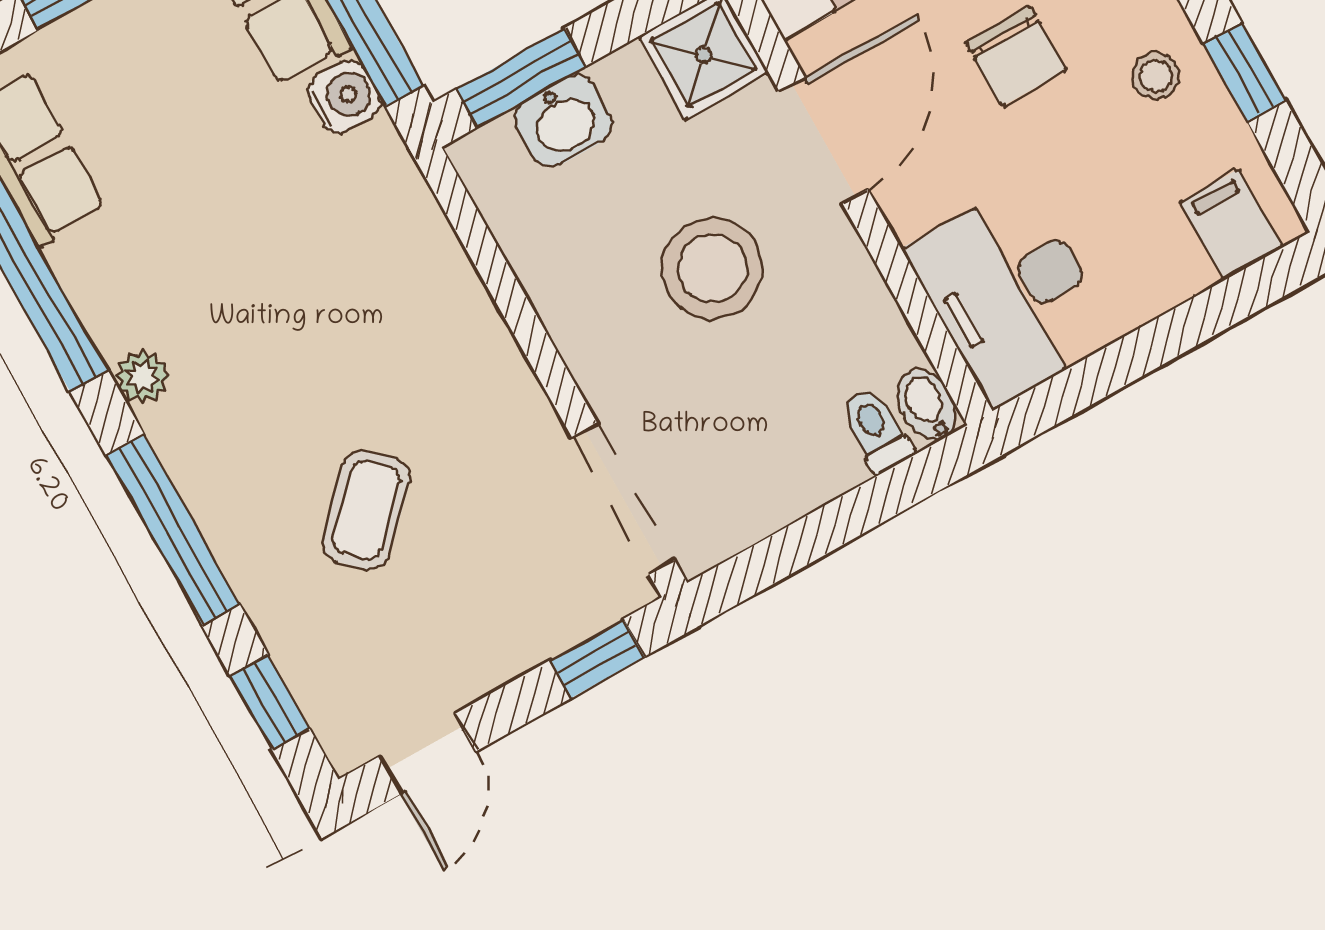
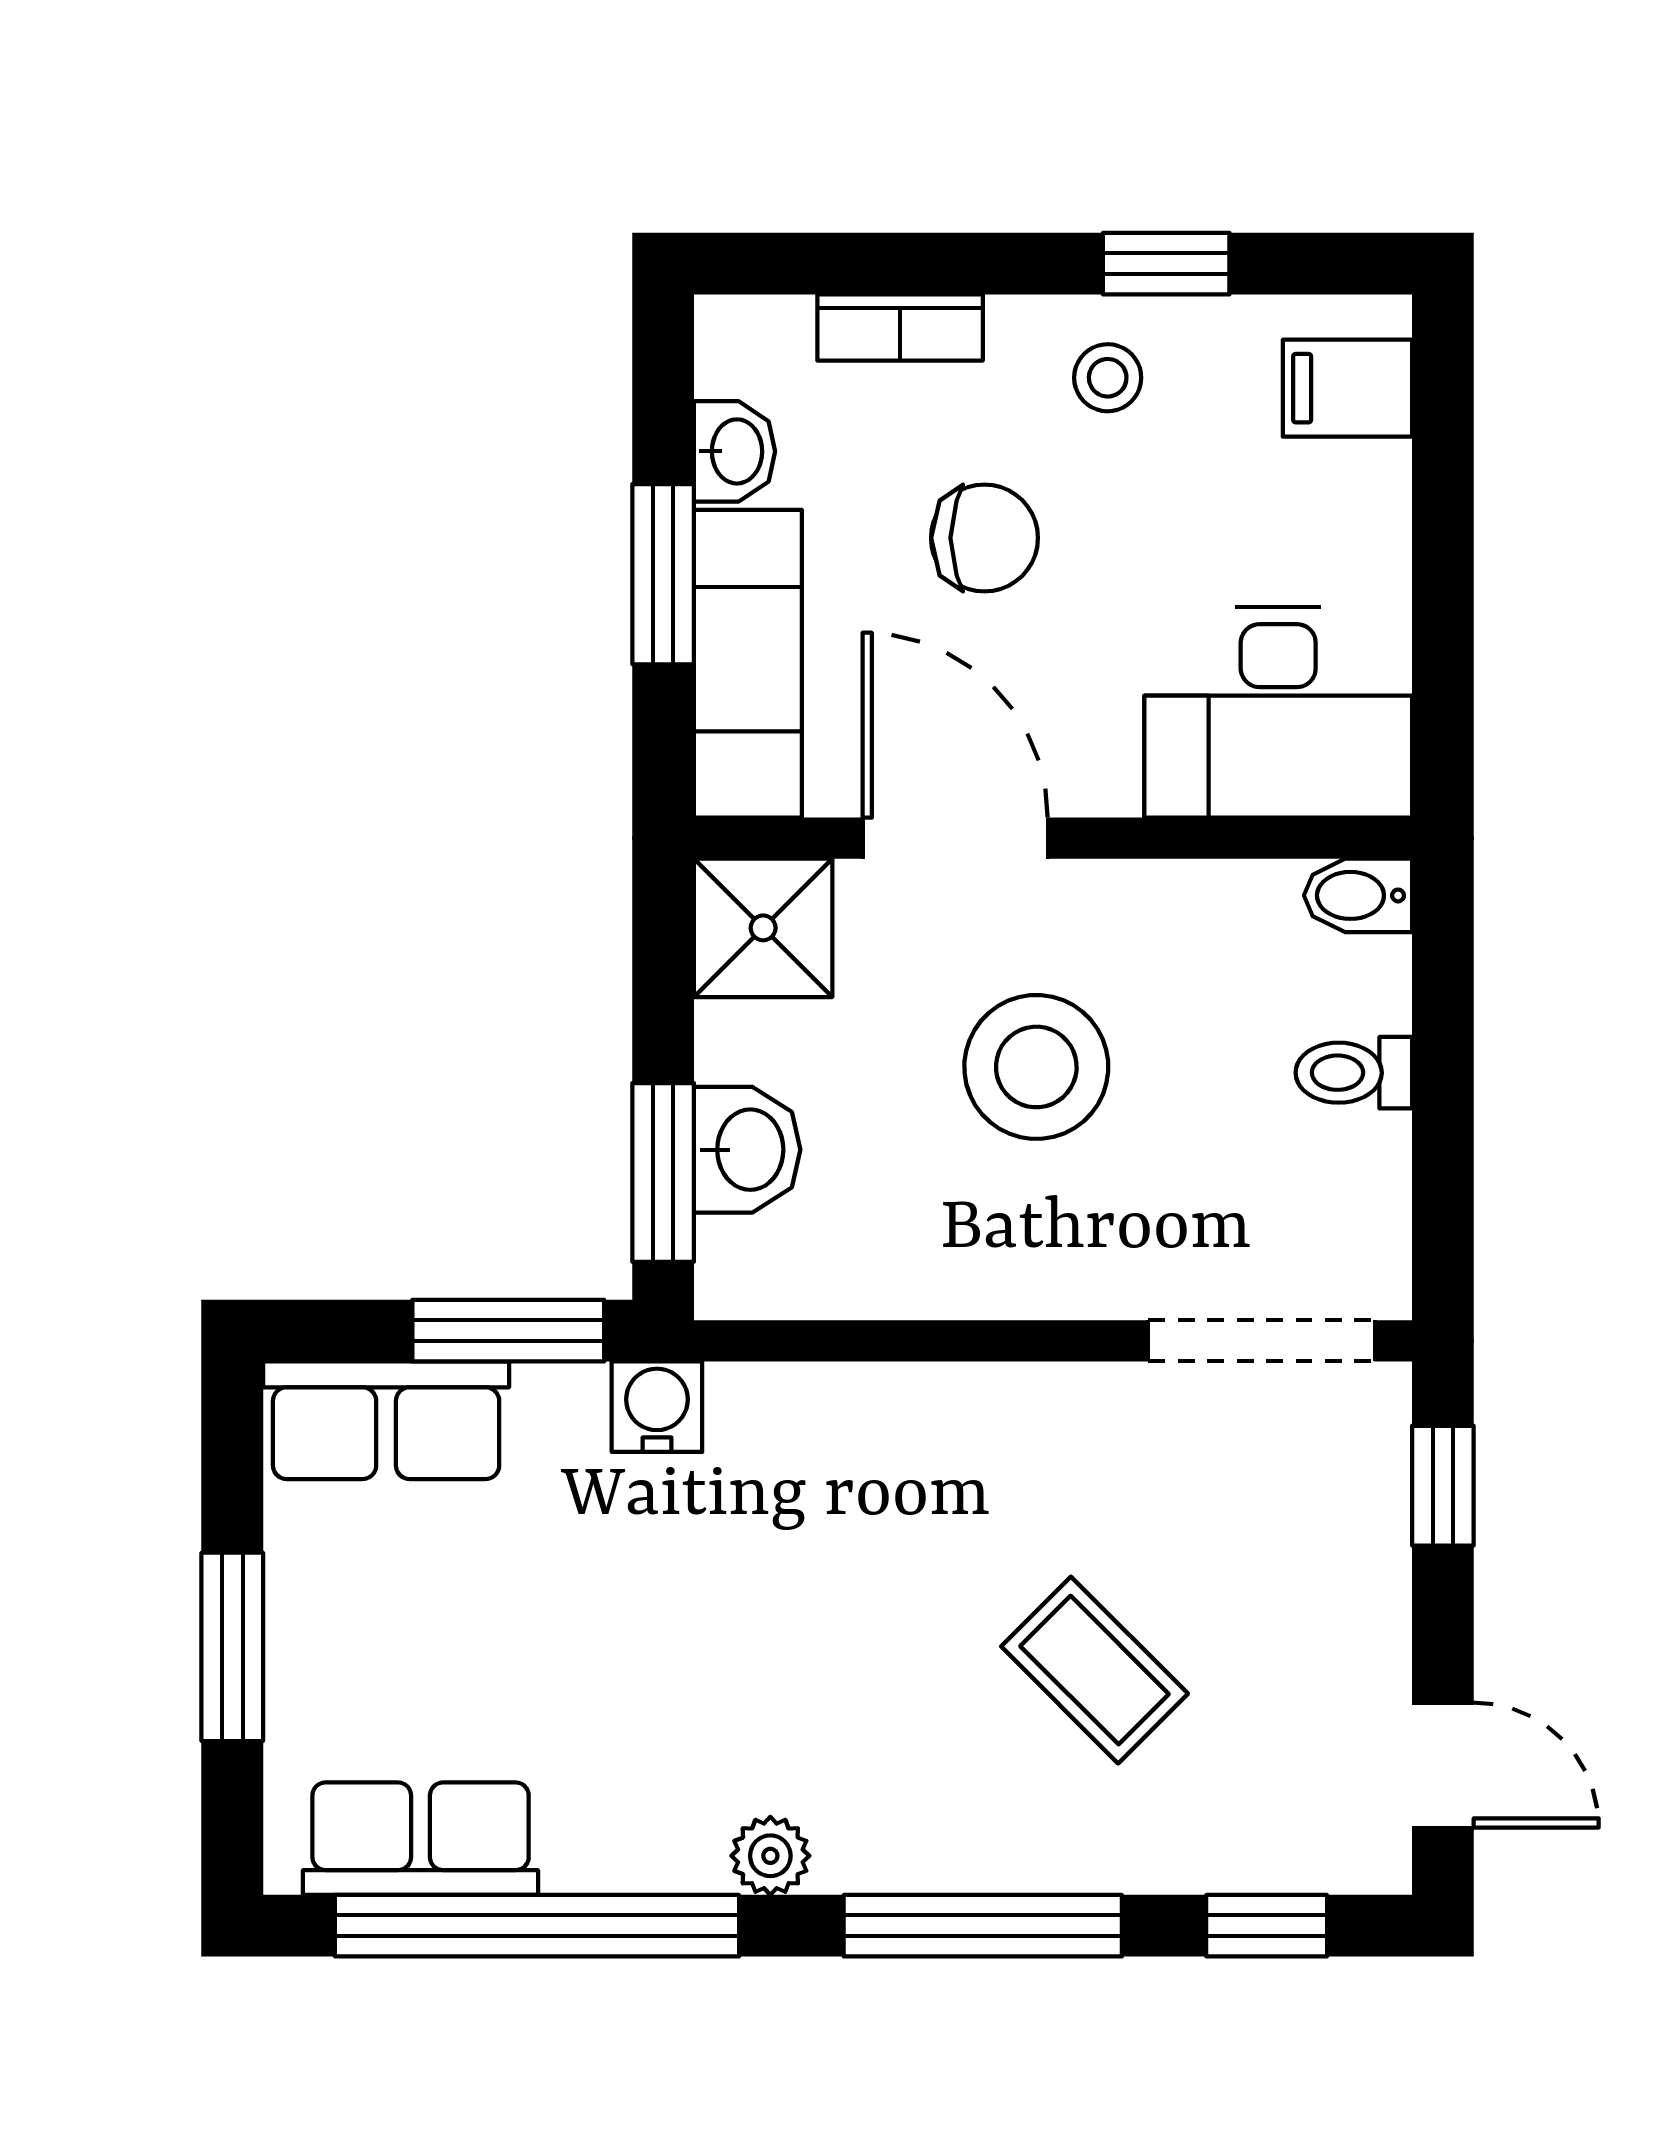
water cooler: (344, 97) -> (657, 1407), moved
toilet: (876, 430) -> (1354, 1073), moved

